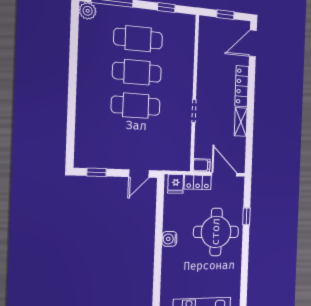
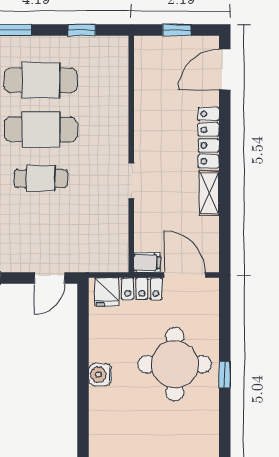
cafe table: (136, 106) -> (41, 179), width x0.73, depth x0.74
window: (246, 216) -> (225, 375), moved

